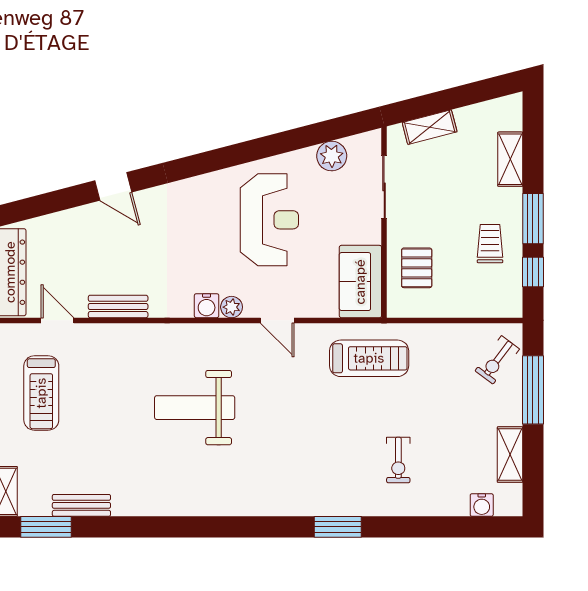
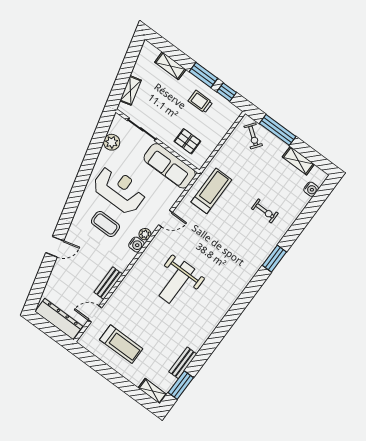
coffee table: (203, 237) -> (105, 224), added
sofa: (360, 282) -> (170, 166), width x1.36

